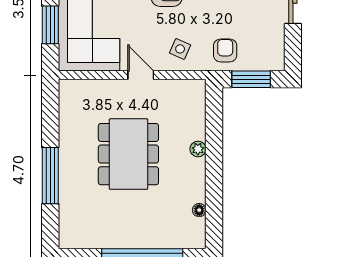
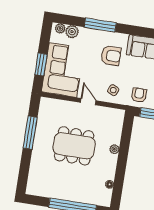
dining table: (128, 154) -> (74, 146), turned 90
window: (50, 176) -> (30, 133), moved

